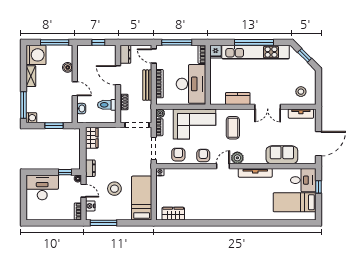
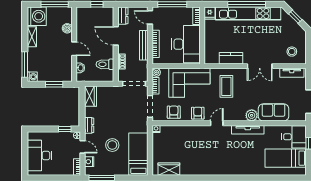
plant: (237, 158) -> (252, 115), moved
desk: (42, 187) -> (39, 155), moved, turned -90

